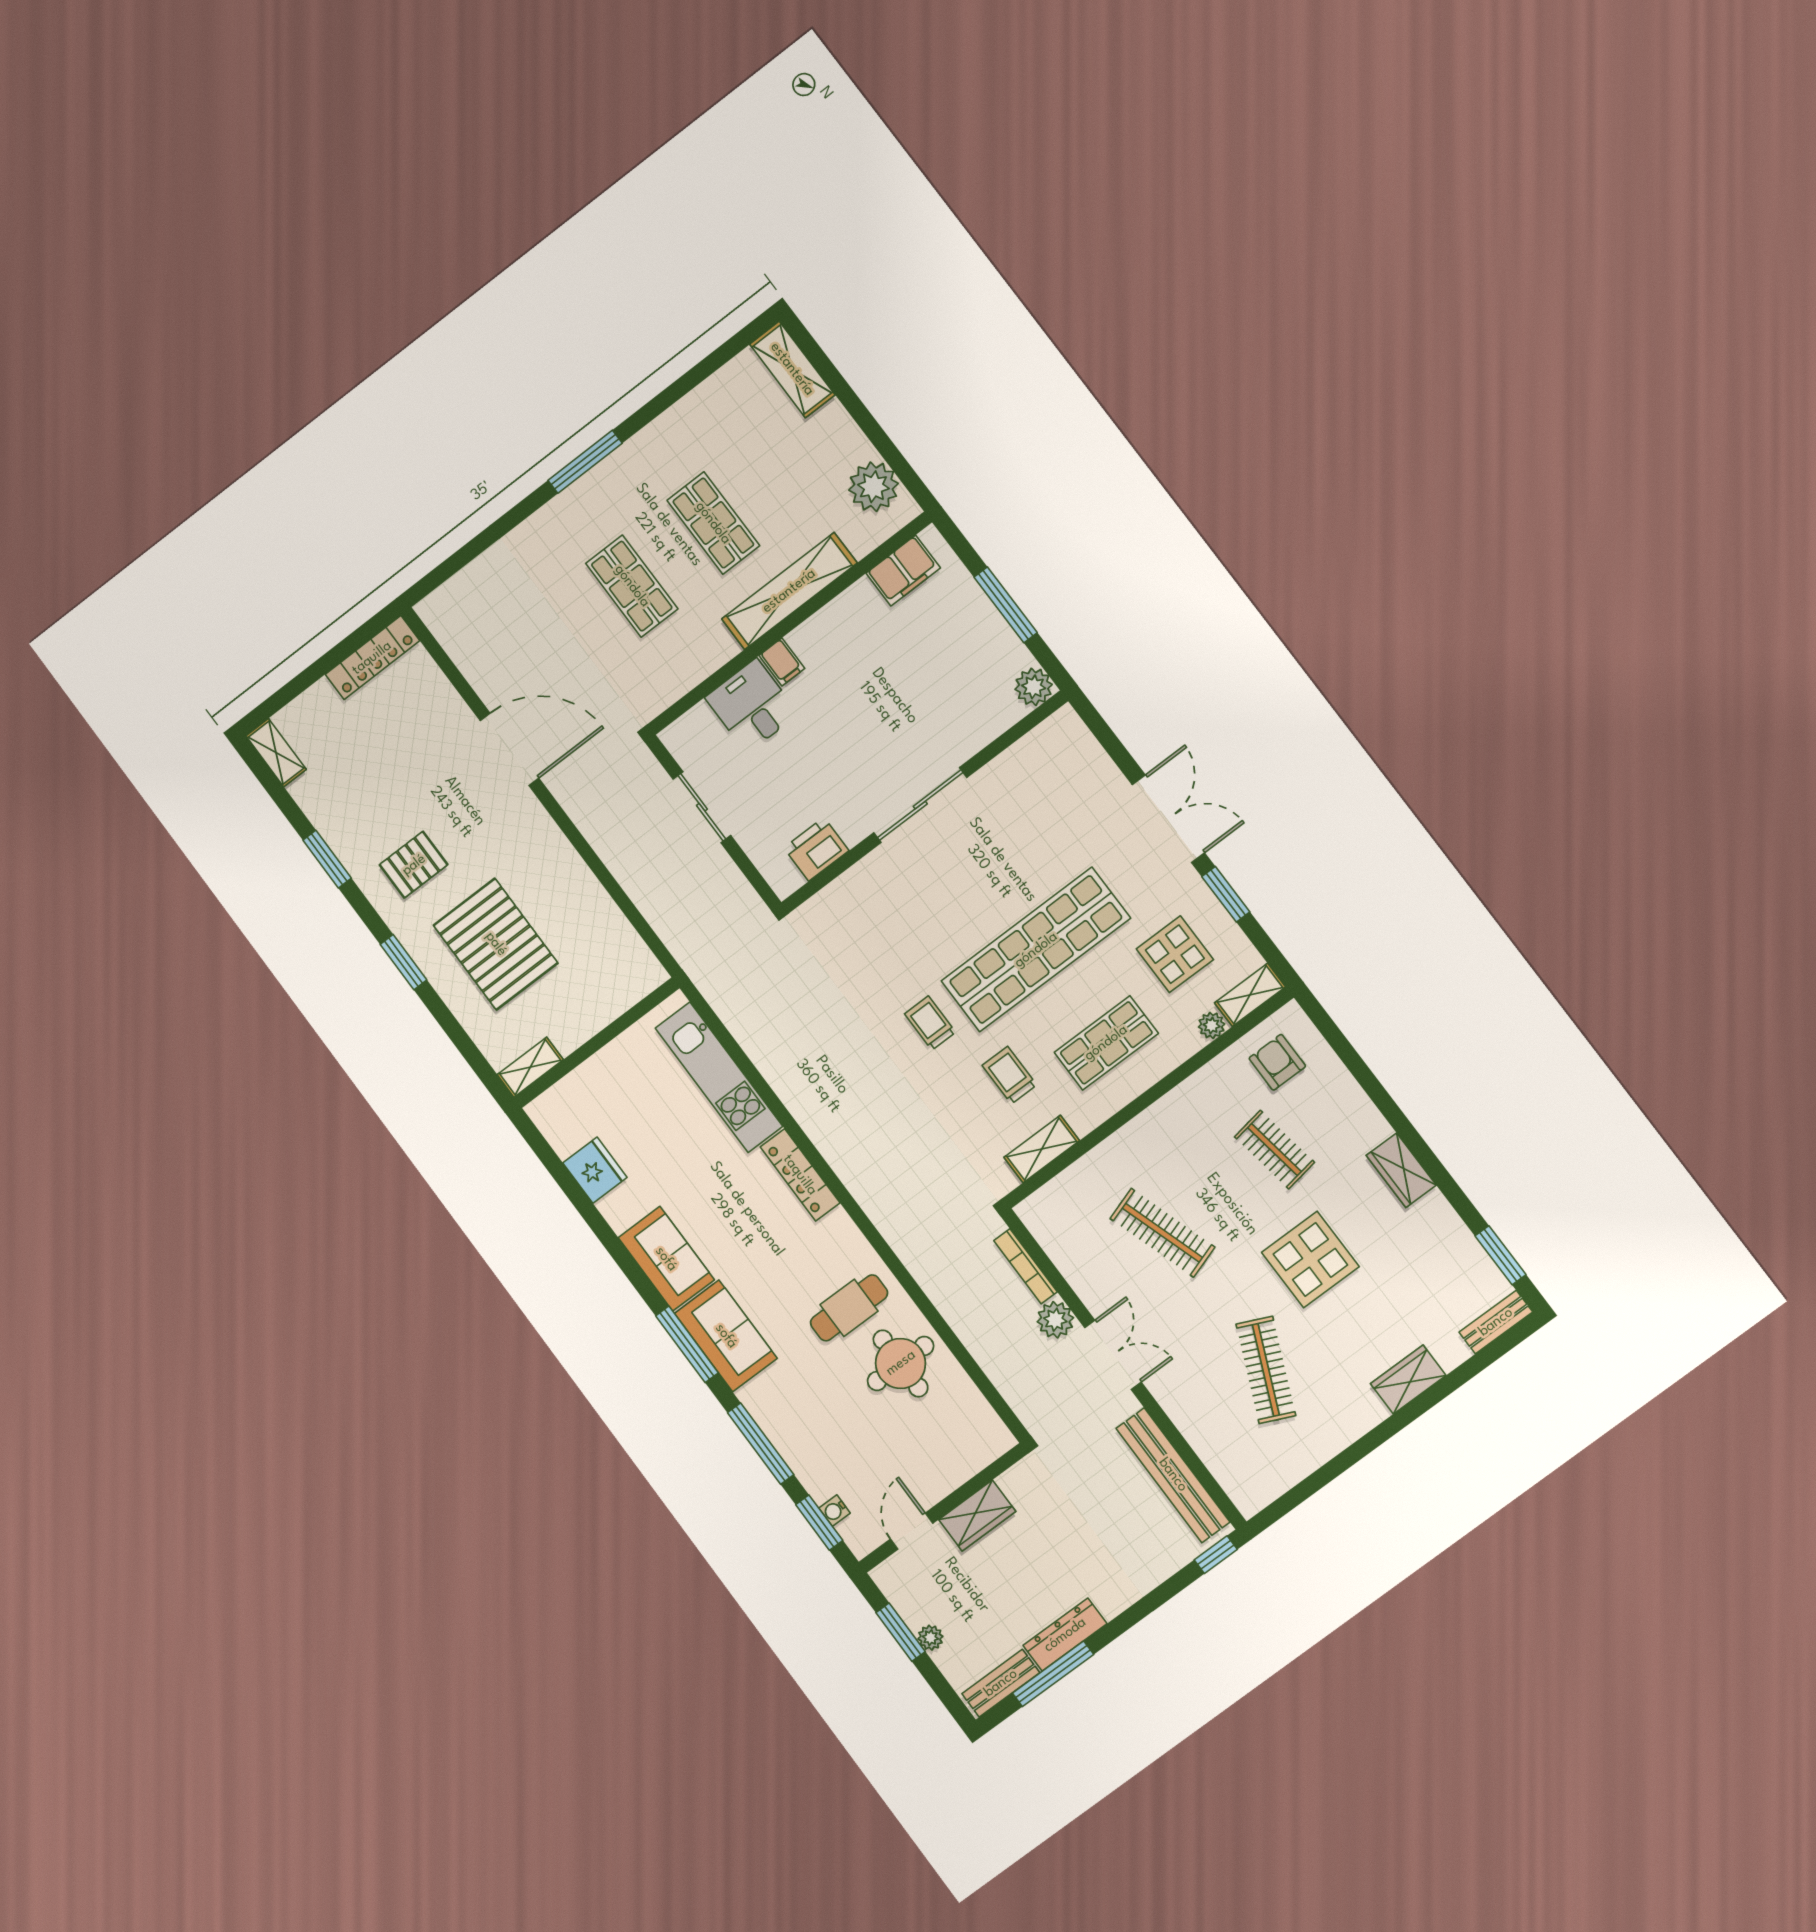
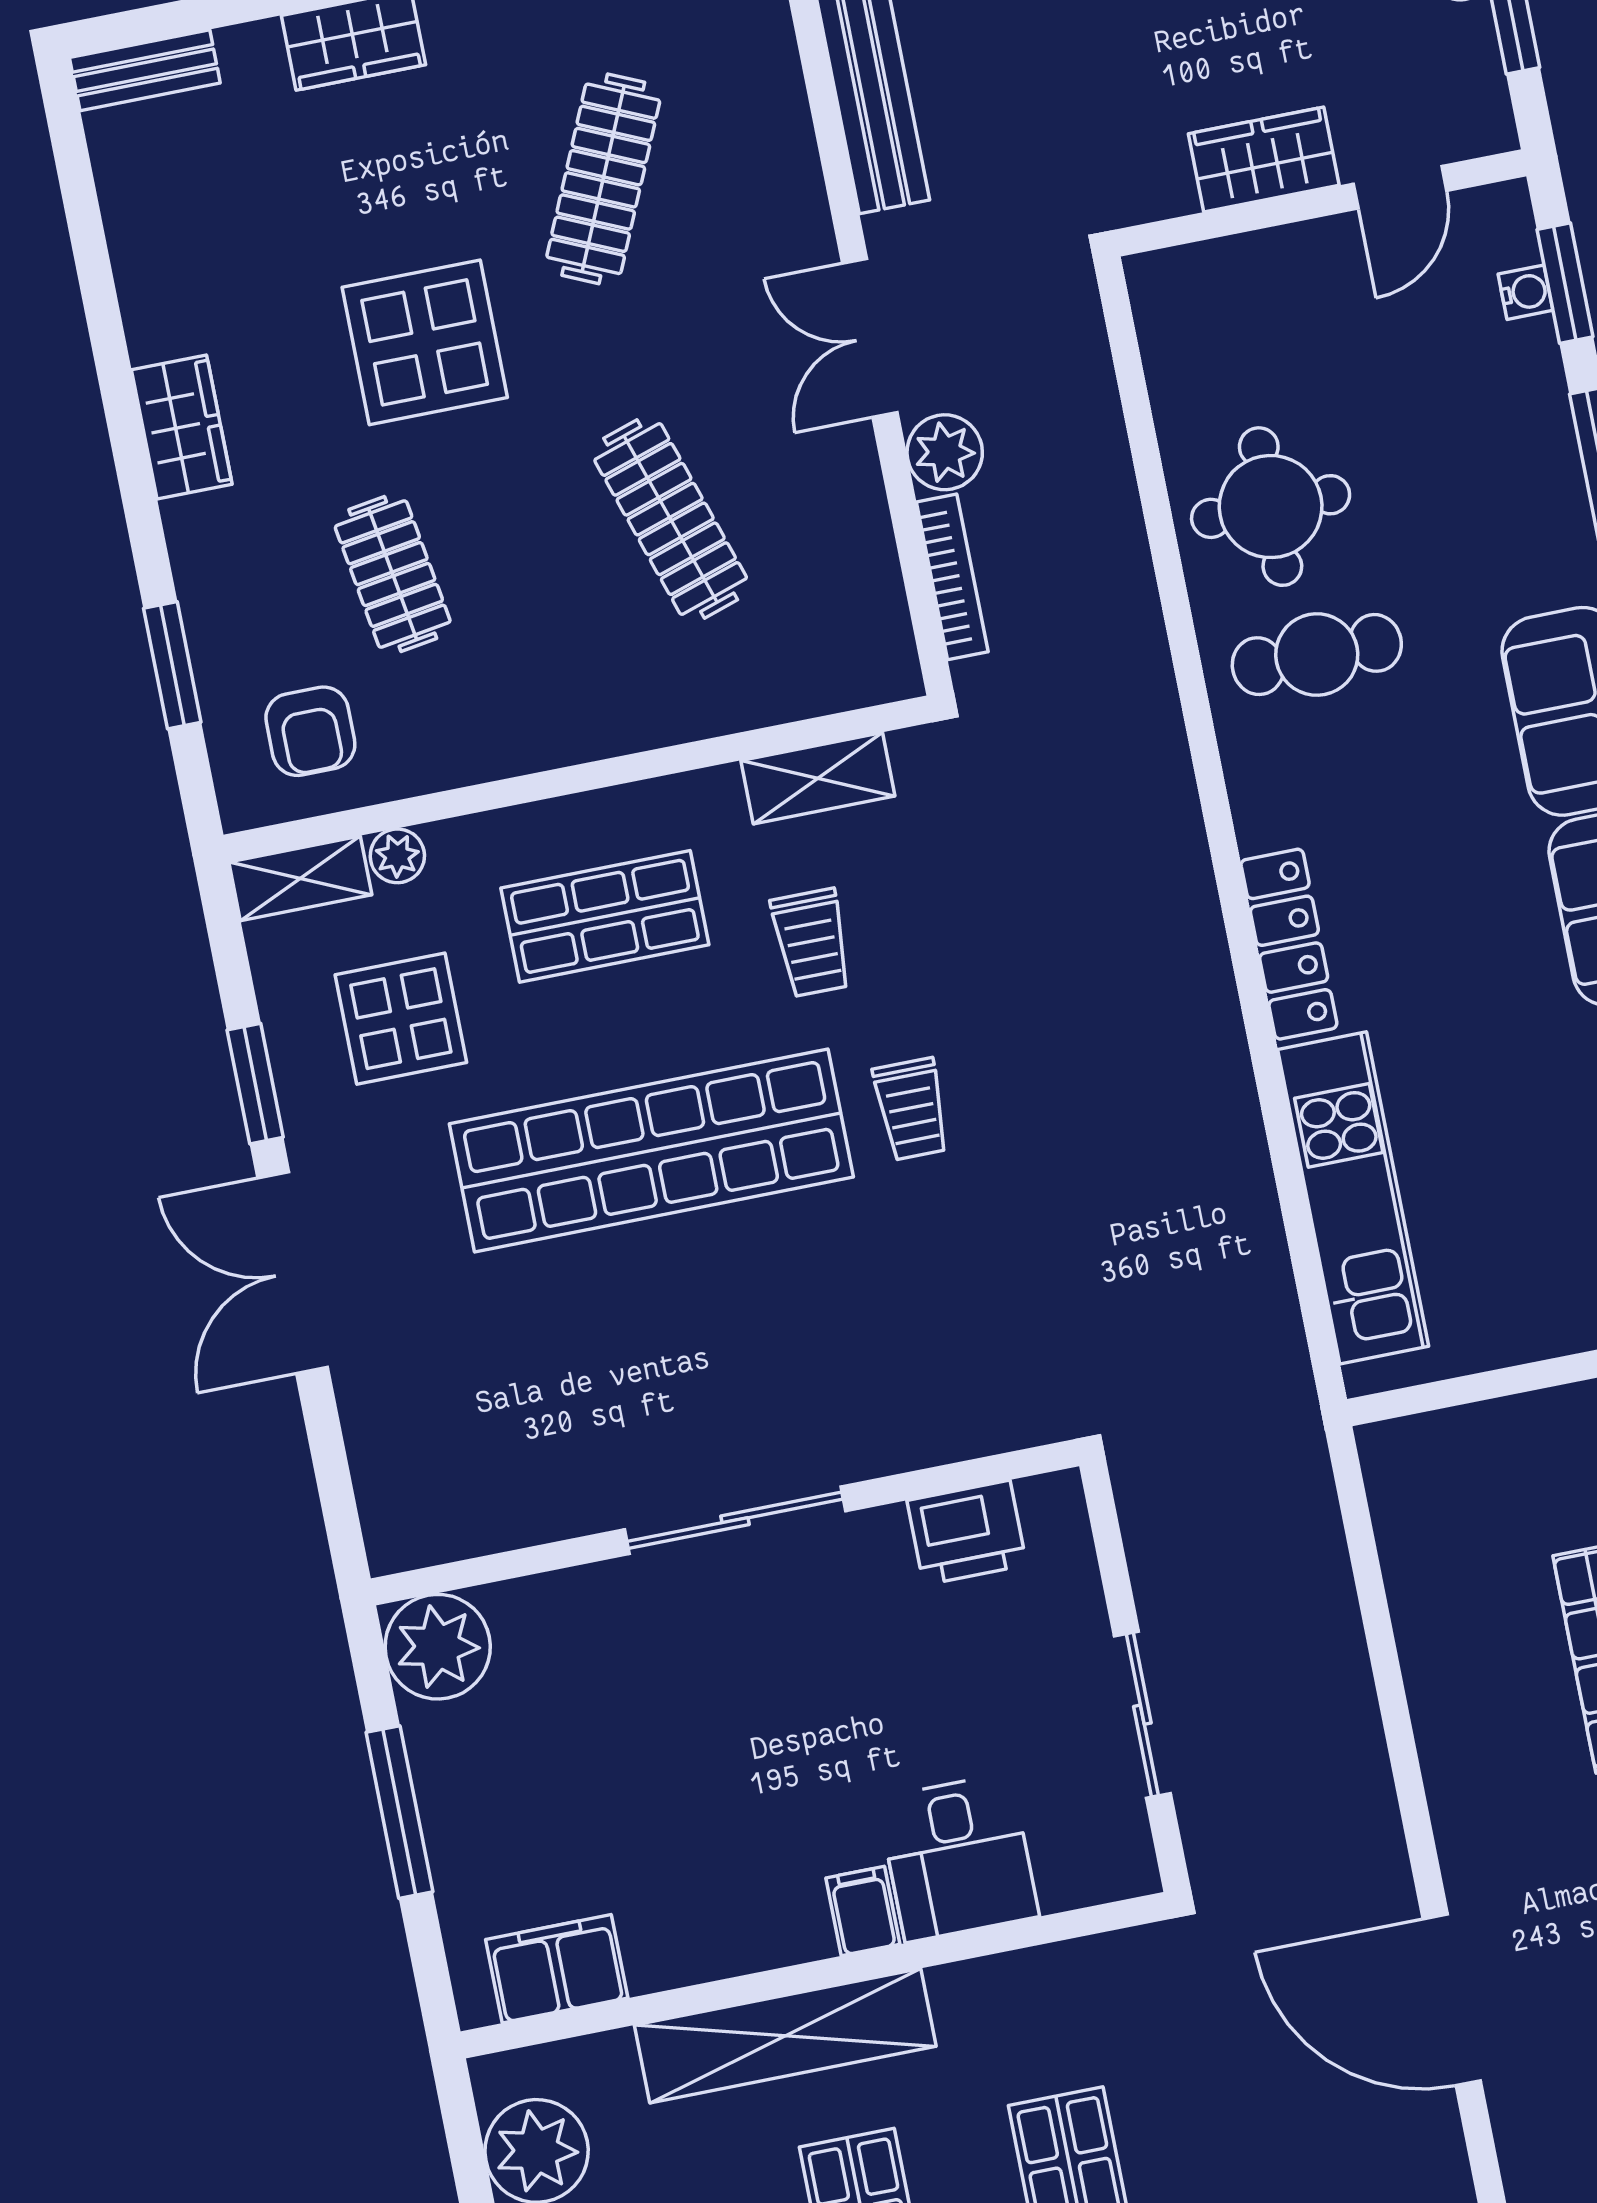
plant: (1034, 687) -> (438, 1647), width x1.36, depth x1.36
window: (1500, 1255) -> (172, 665), moved

